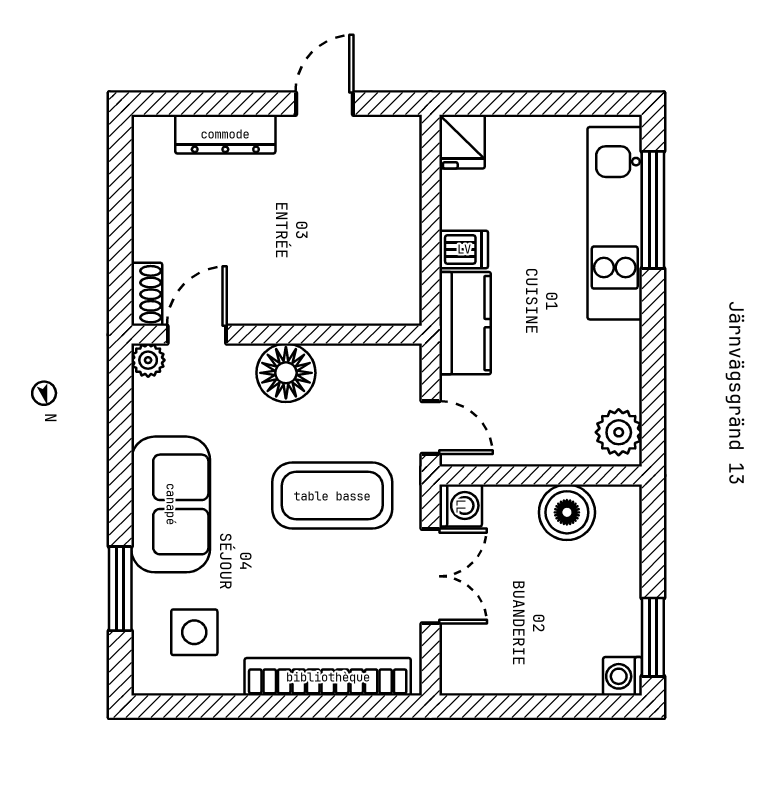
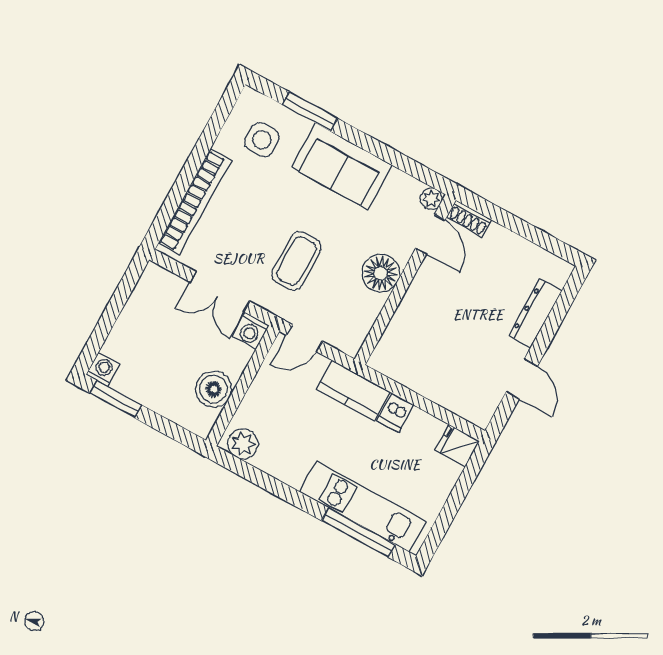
coffee table: (332, 496) -> (296, 261), width x0.73, depth x0.76

